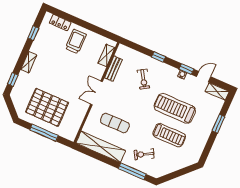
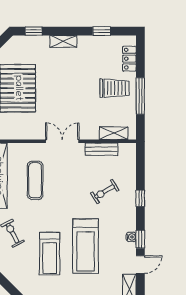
window: (89, 26) -> (140, 96), added
door: (204, 77) -> (140, 264), hinge flipped
treadmill: (175, 108) -> (86, 246), turned 180

